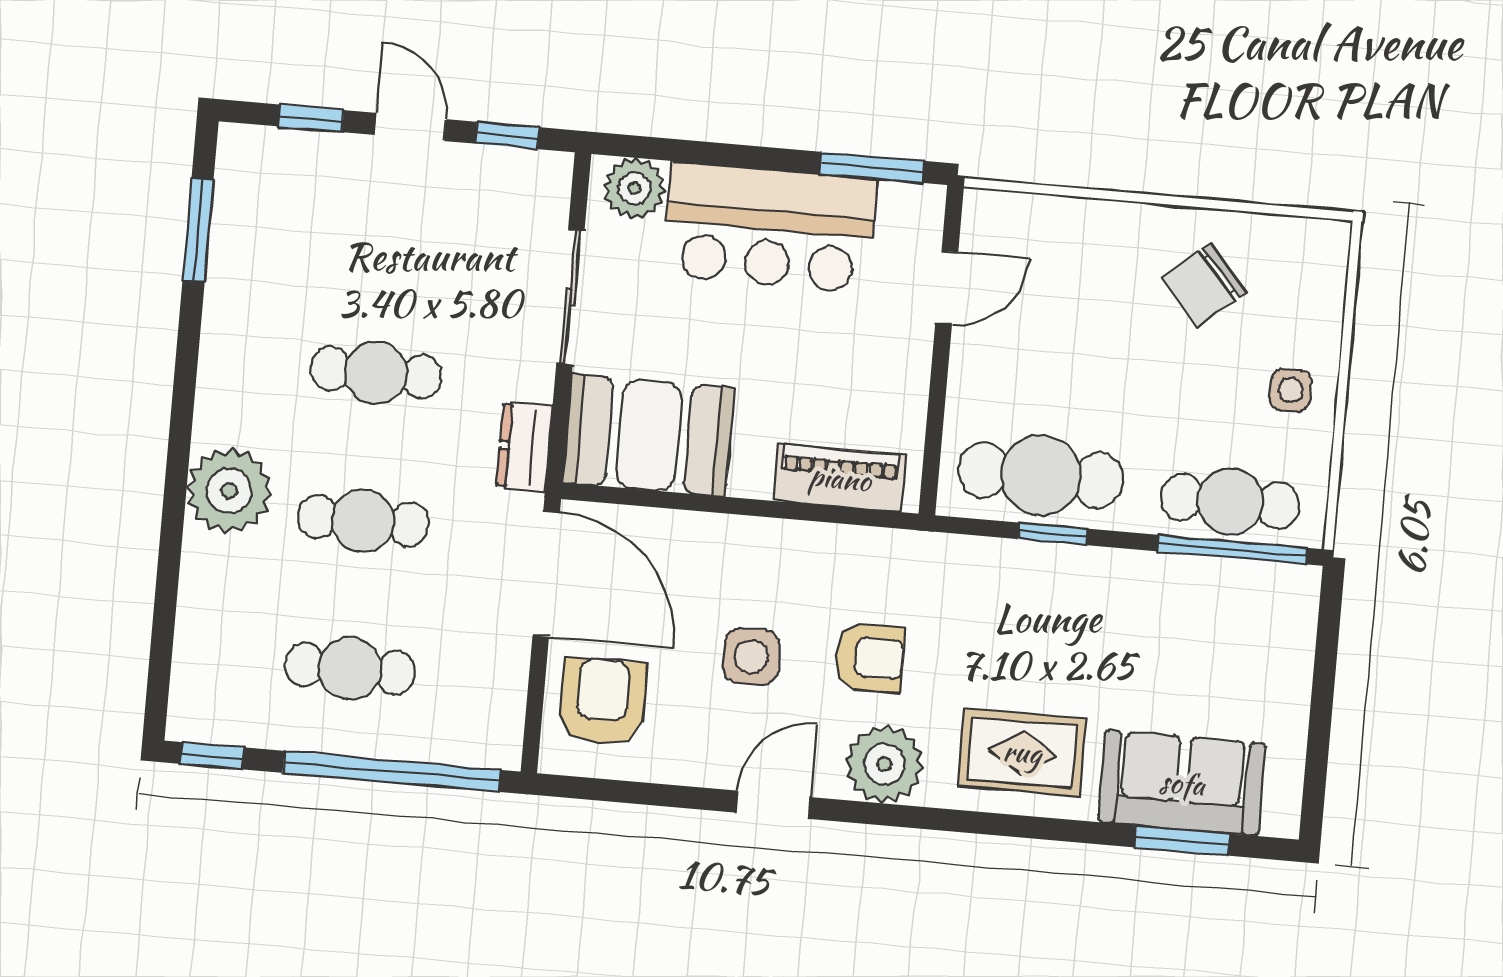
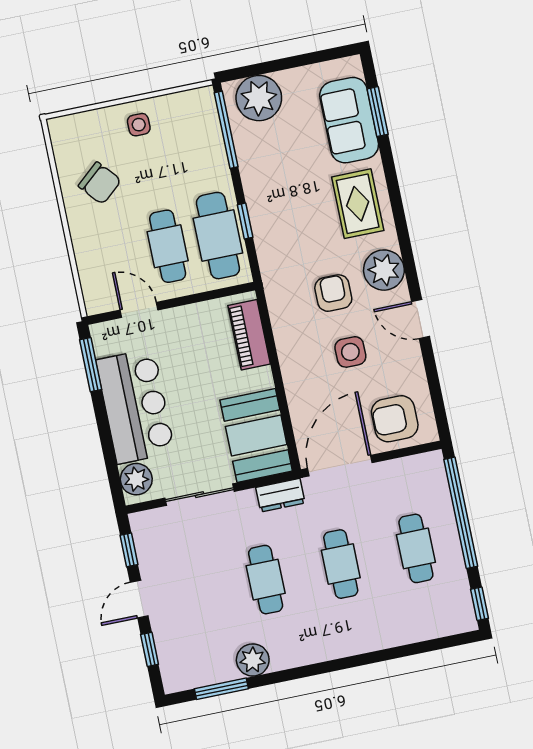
plant: (229, 491) -> (253, 660), moved, width x0.73, depth x0.73
cafe table: (1230, 501) -> (168, 246), moved
plant: (1273, 628) -> (259, 98), added

